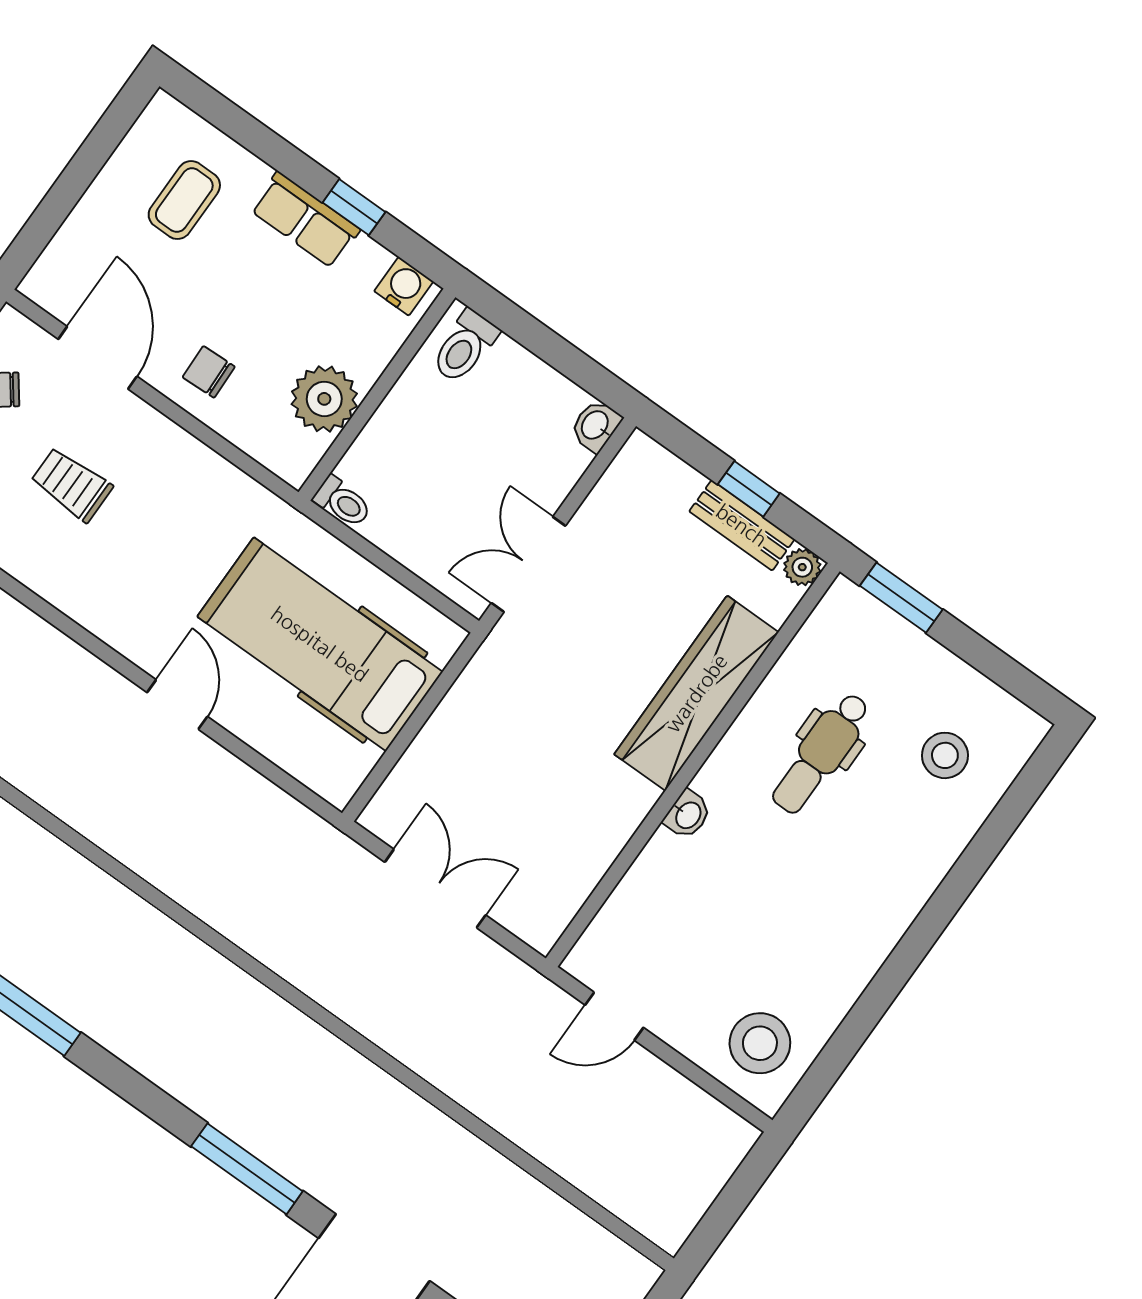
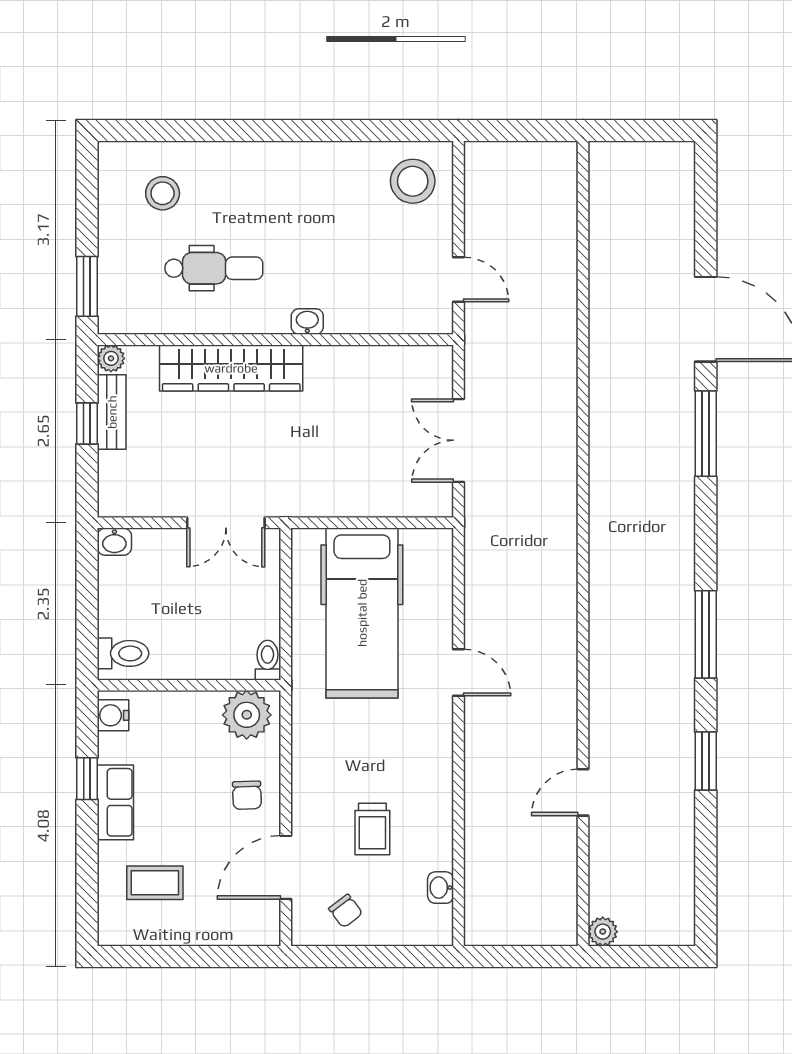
plant: (324, 399) -> (247, 715), moved
door: (177, 705) -> (459, 672), swing flipped

